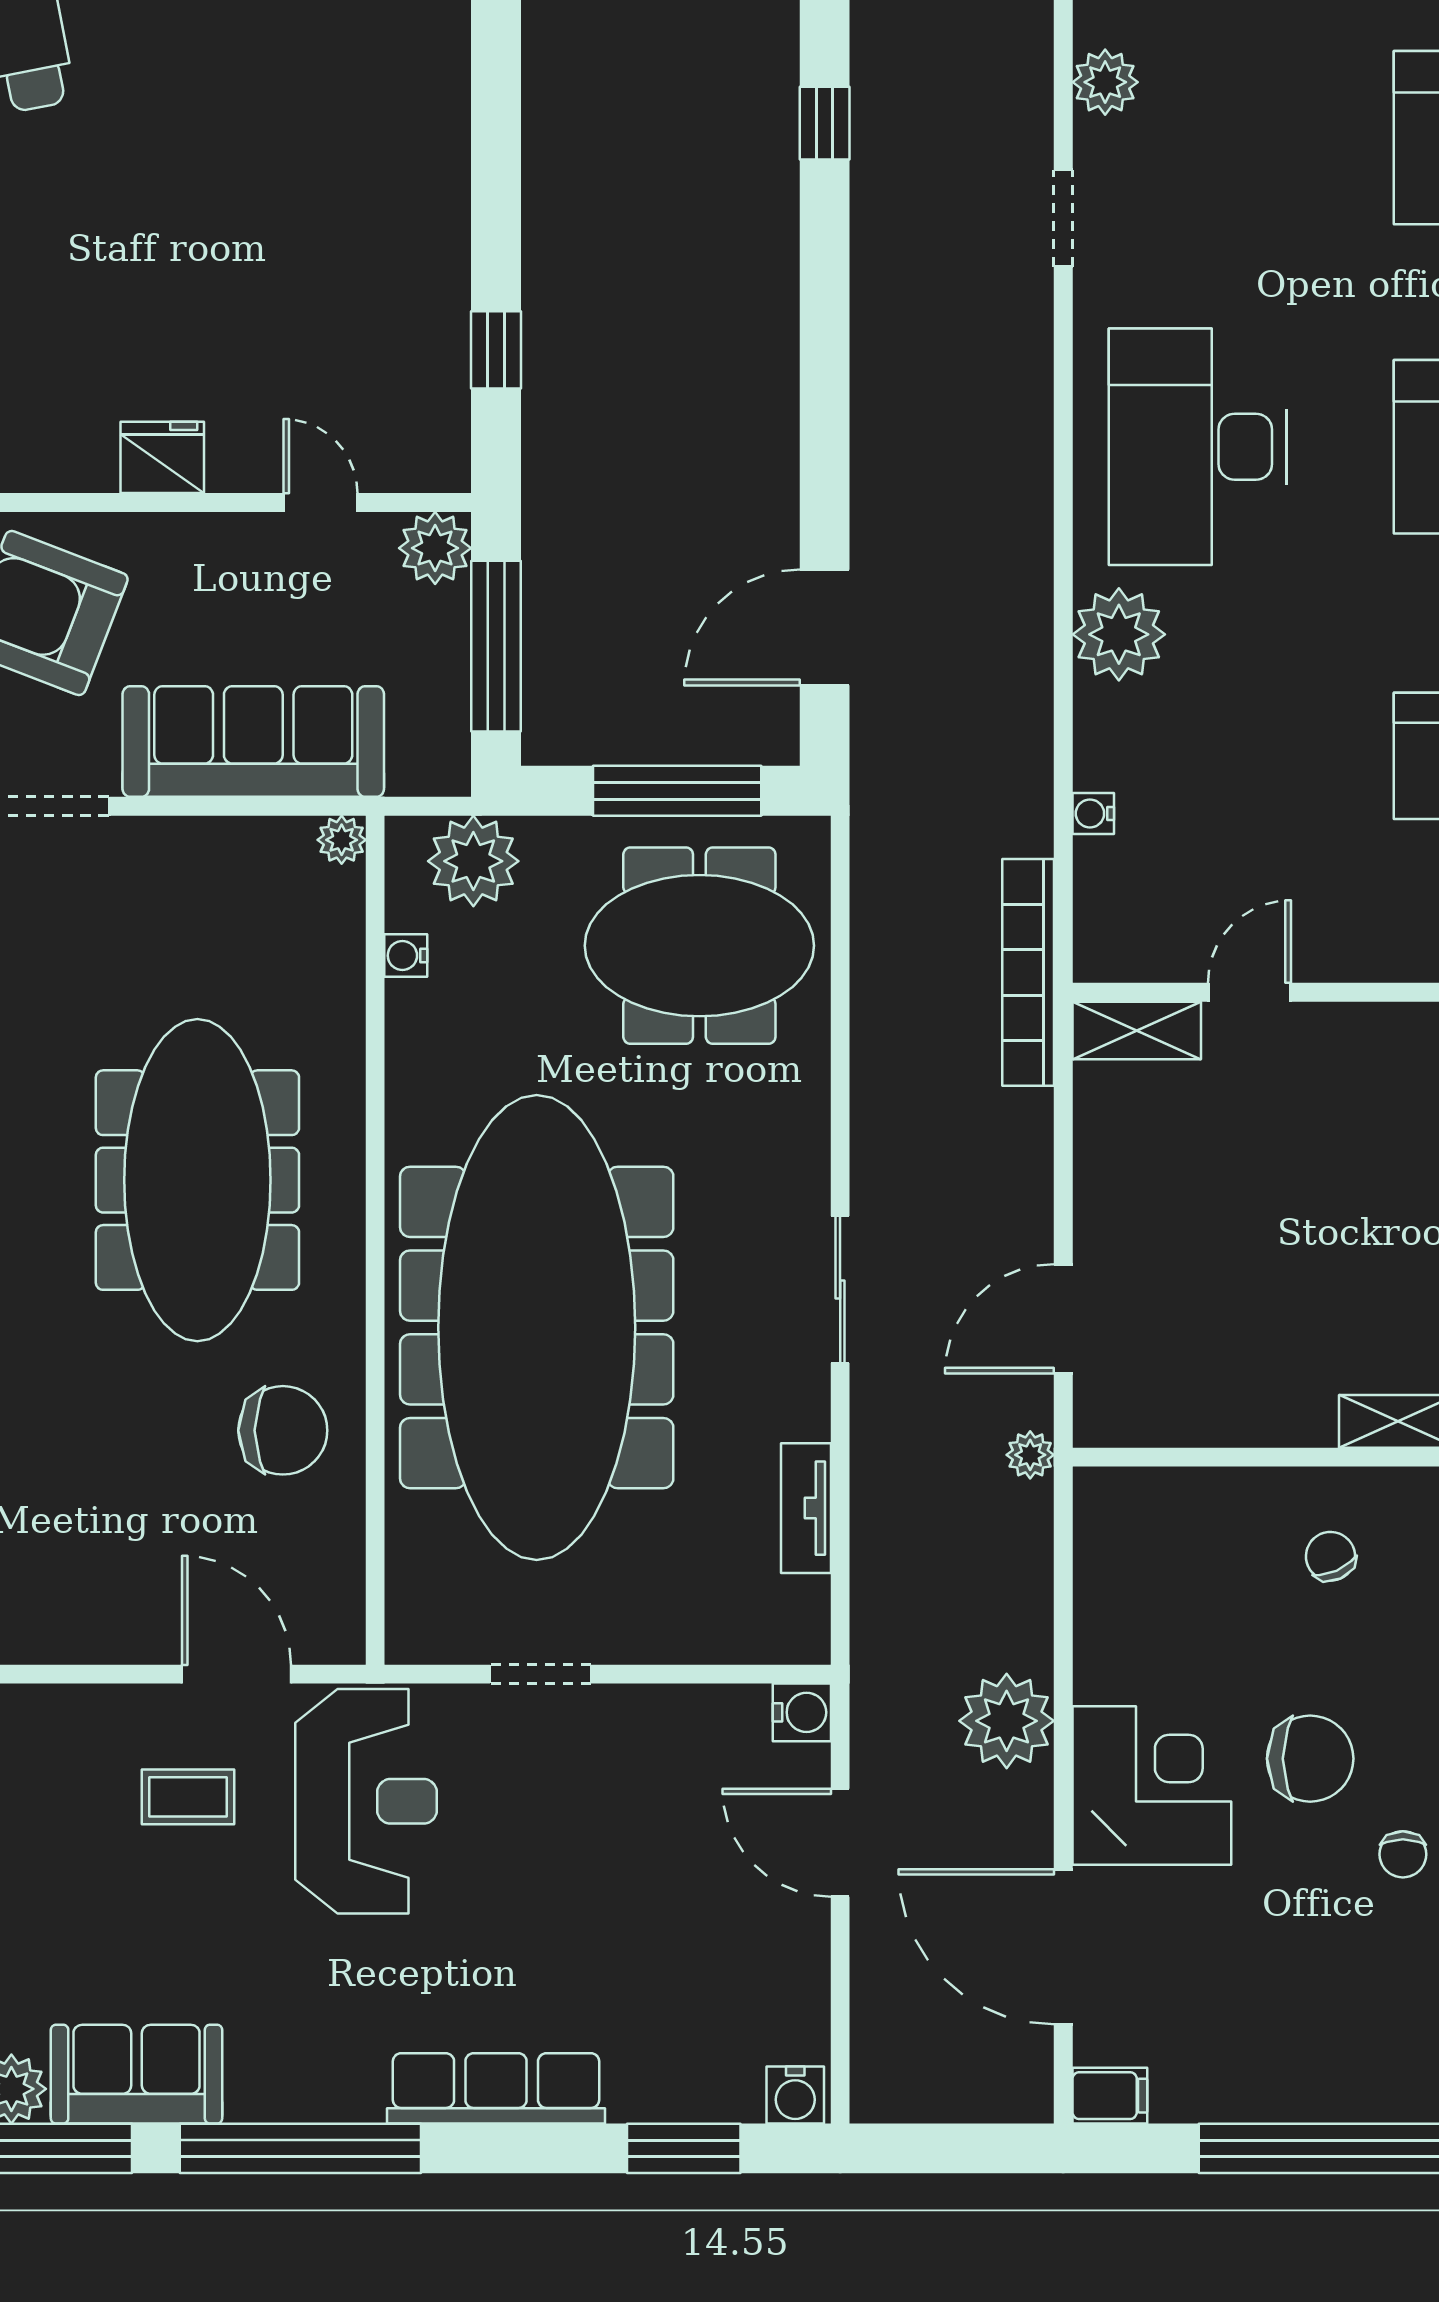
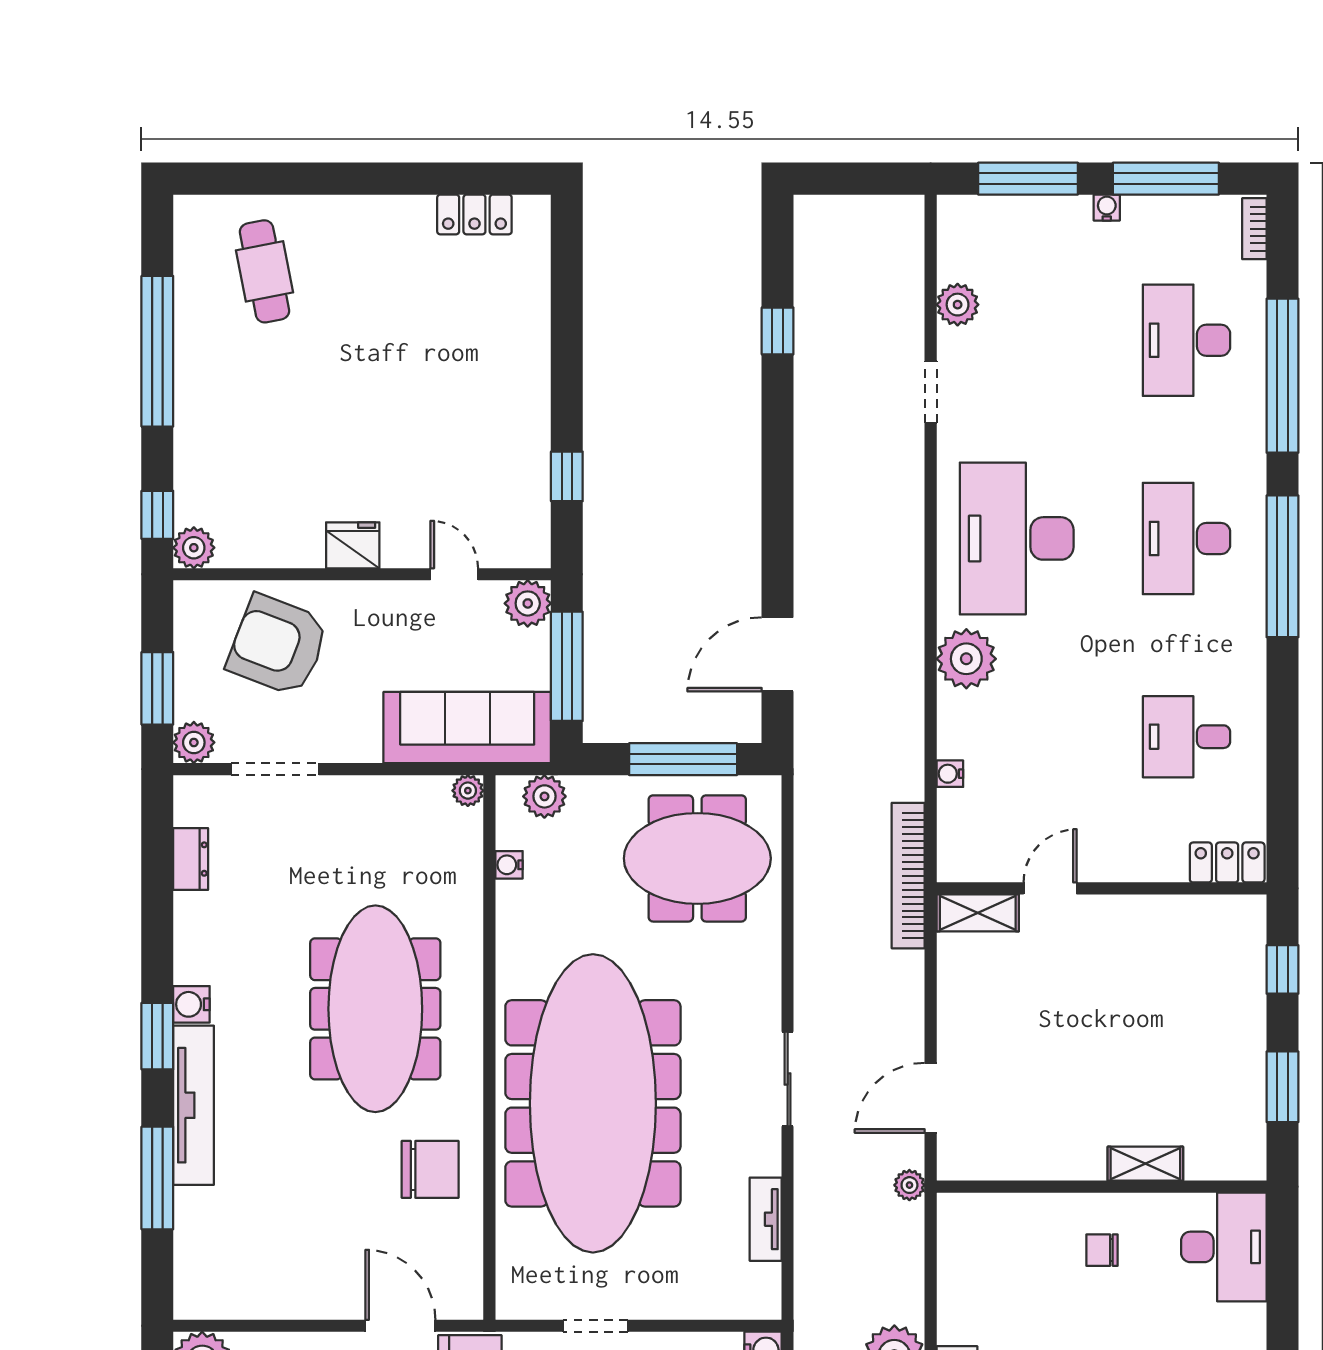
sofa: (253, 742) -> (467, 728), moved
plant: (473, 861) -> (544, 796), width x0.73, depth x0.73
chair: (1330, 1556) -> (1102, 1250), turned -66

